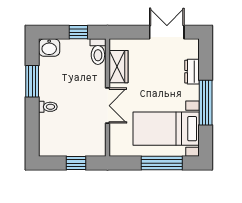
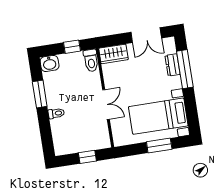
double door: (167, 32) -> (146, 35), swing flipped
wardrobe: (118, 67) -> (113, 54), moved, turned 90
window: (206, 103) -> (185, 69), moved
window: (162, 163) -> (159, 146), width x0.69

